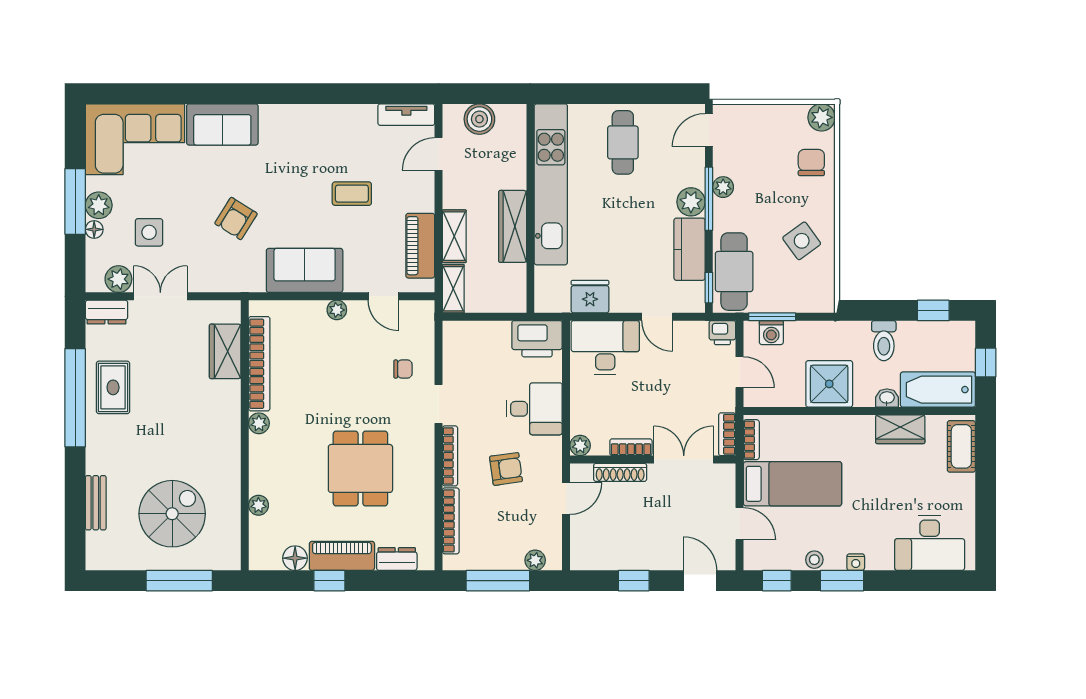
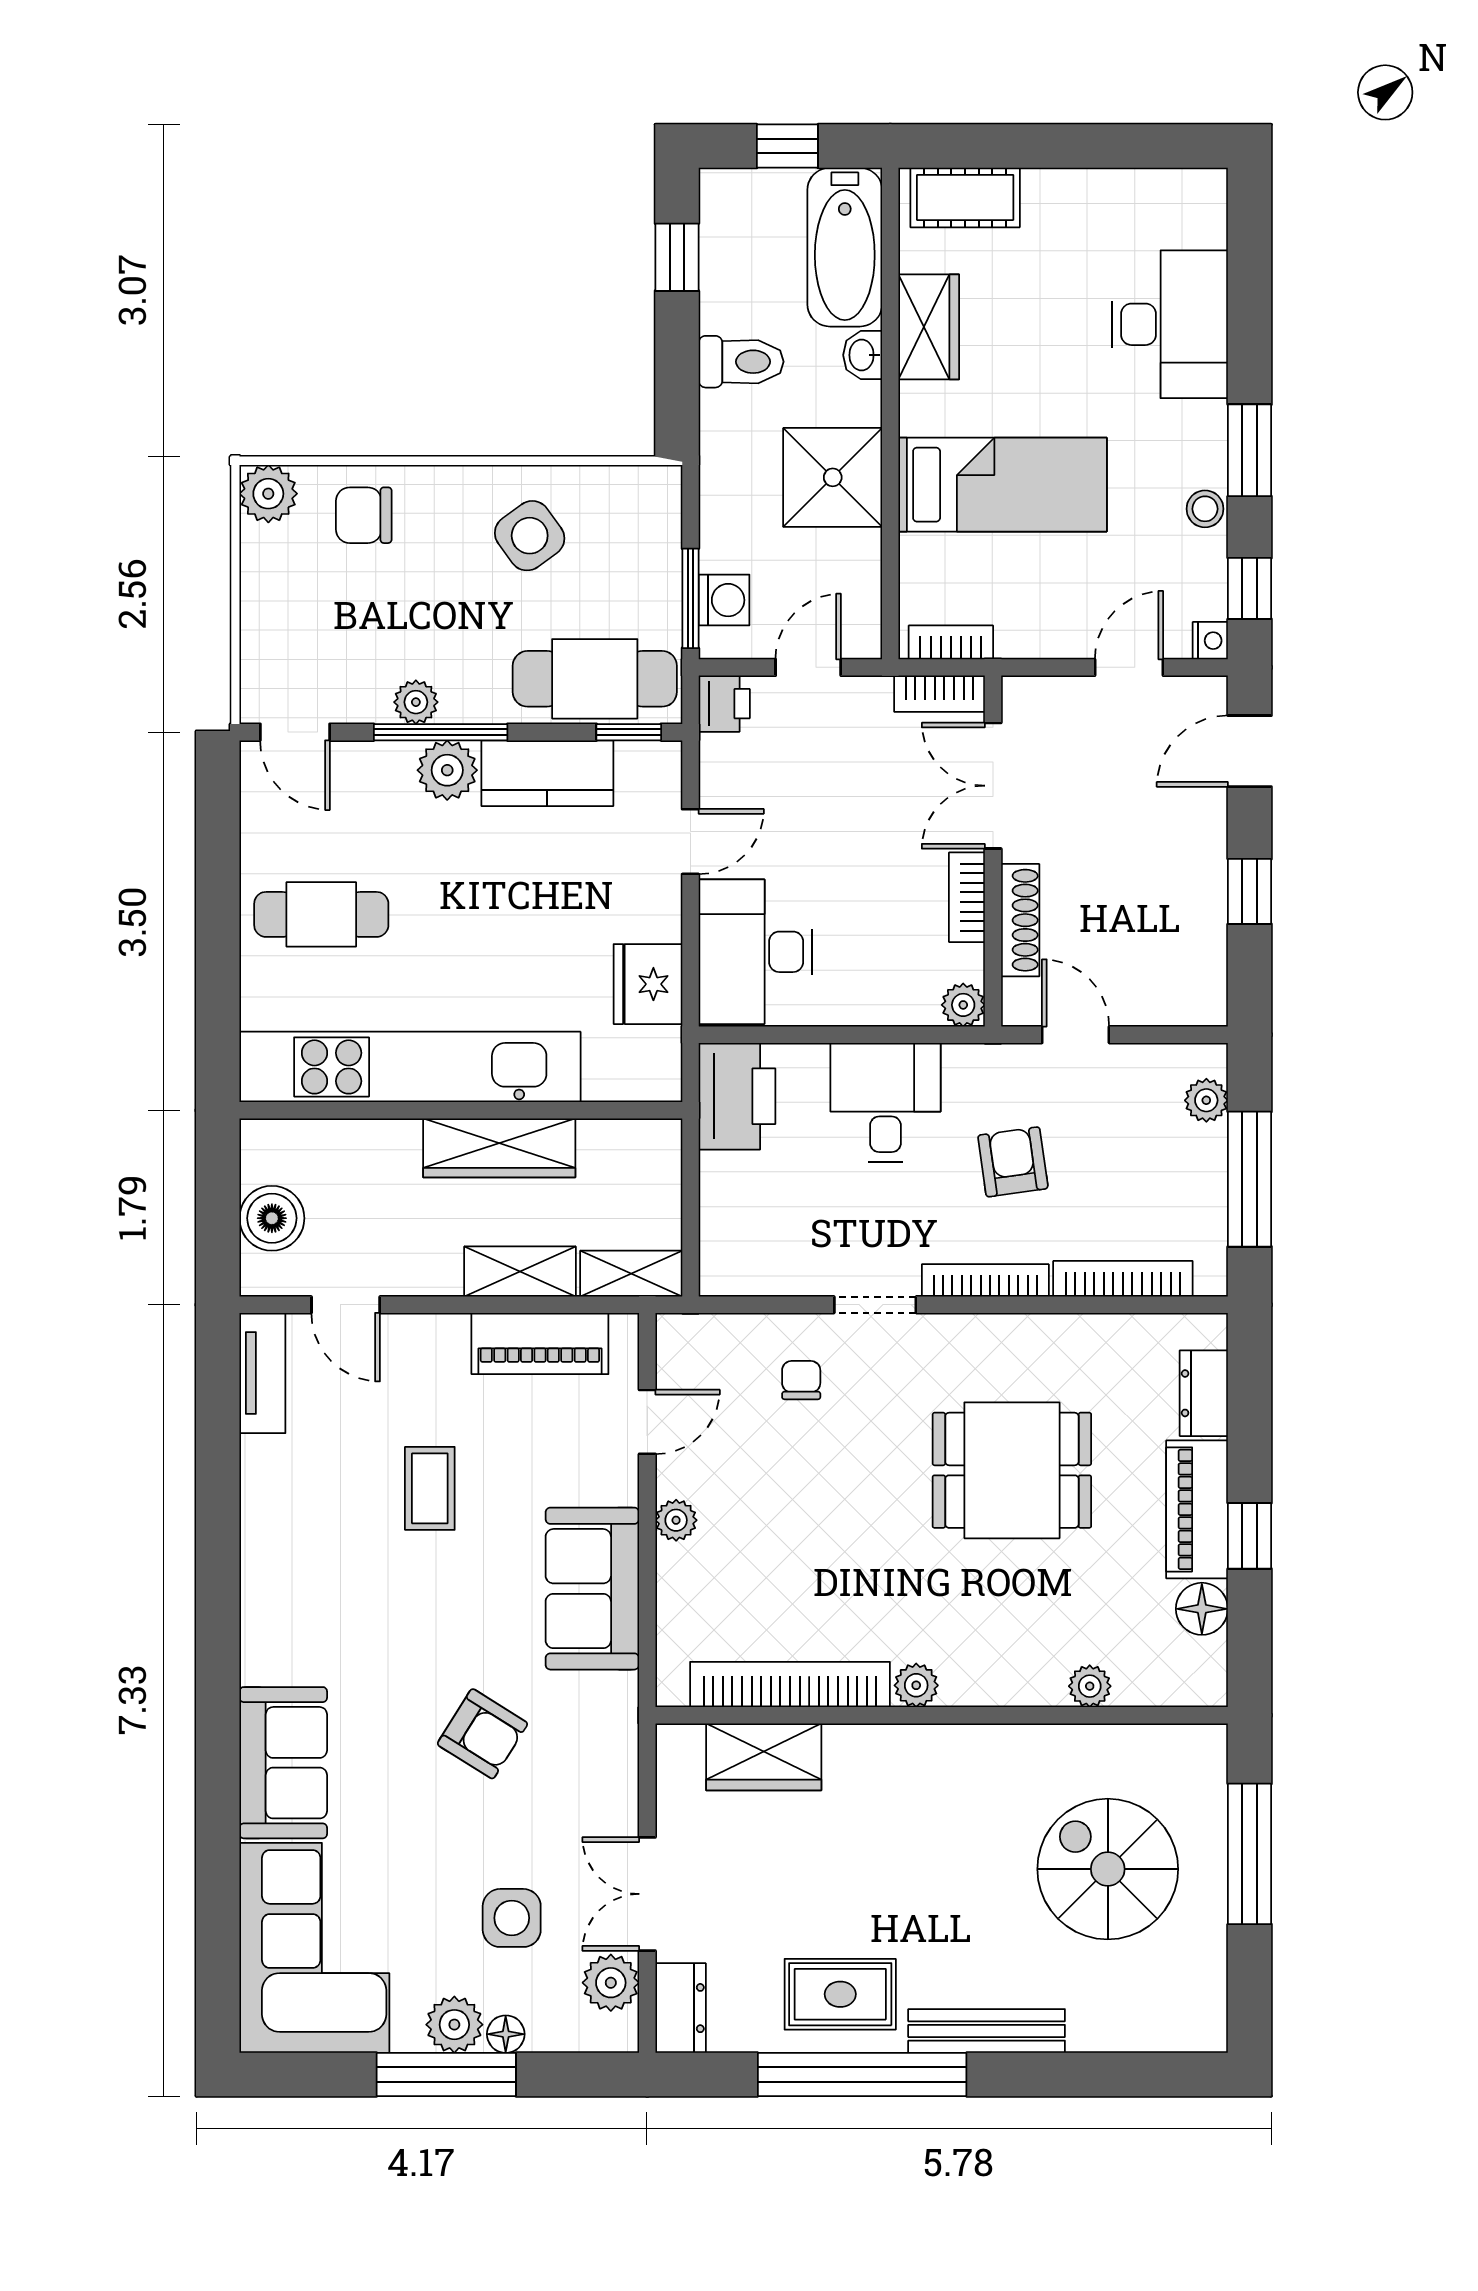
bed: (793, 484) -> (1003, 485), moved, turned 90
bench: (96, 503) -> (987, 2031), moved, width x1.36
desk: (930, 543) -> (1170, 324), moved
nightstand: (856, 562) -> (1210, 641), moved

